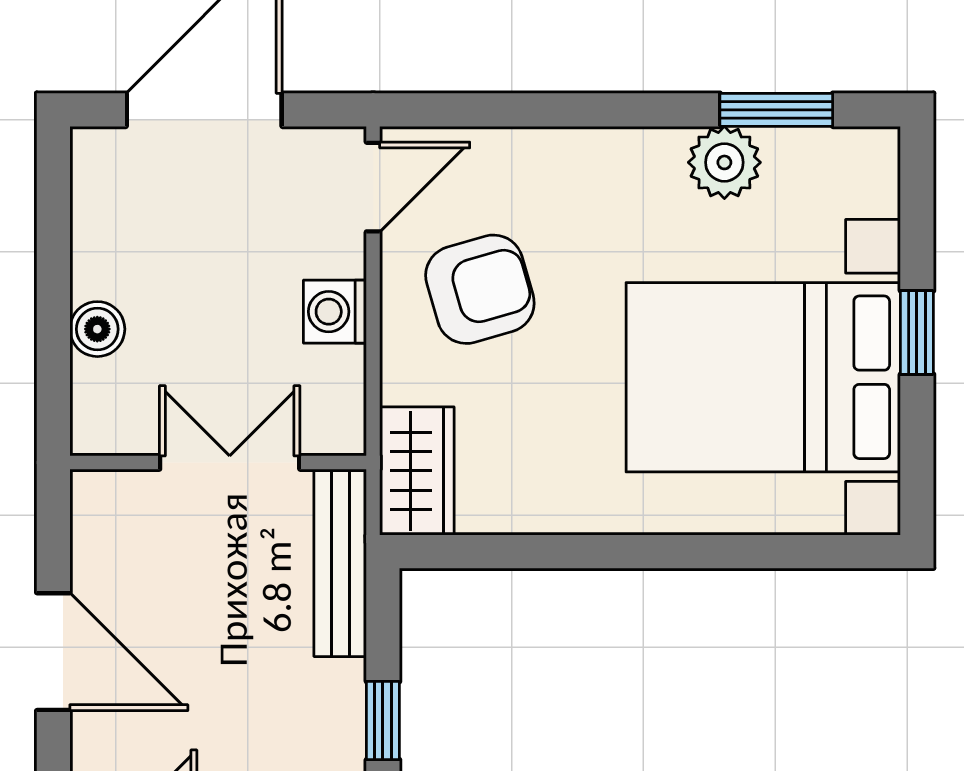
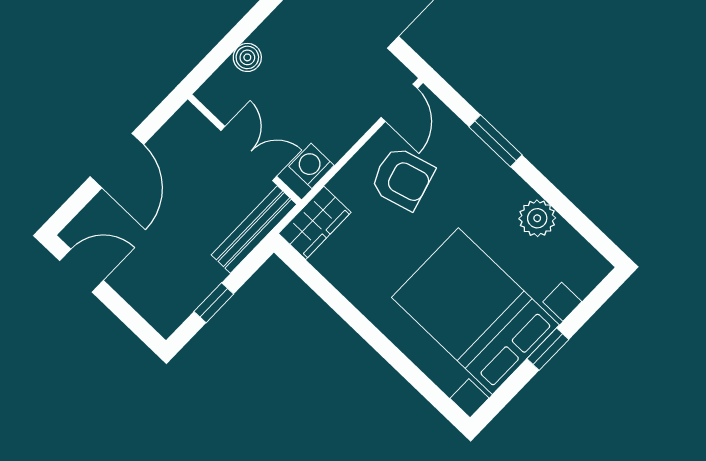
window: (776, 110) -> (496, 141), moved
door: (373, 187) -> (399, 103), hinge flipped
washing machine: (335, 312) -> (311, 166), moved

